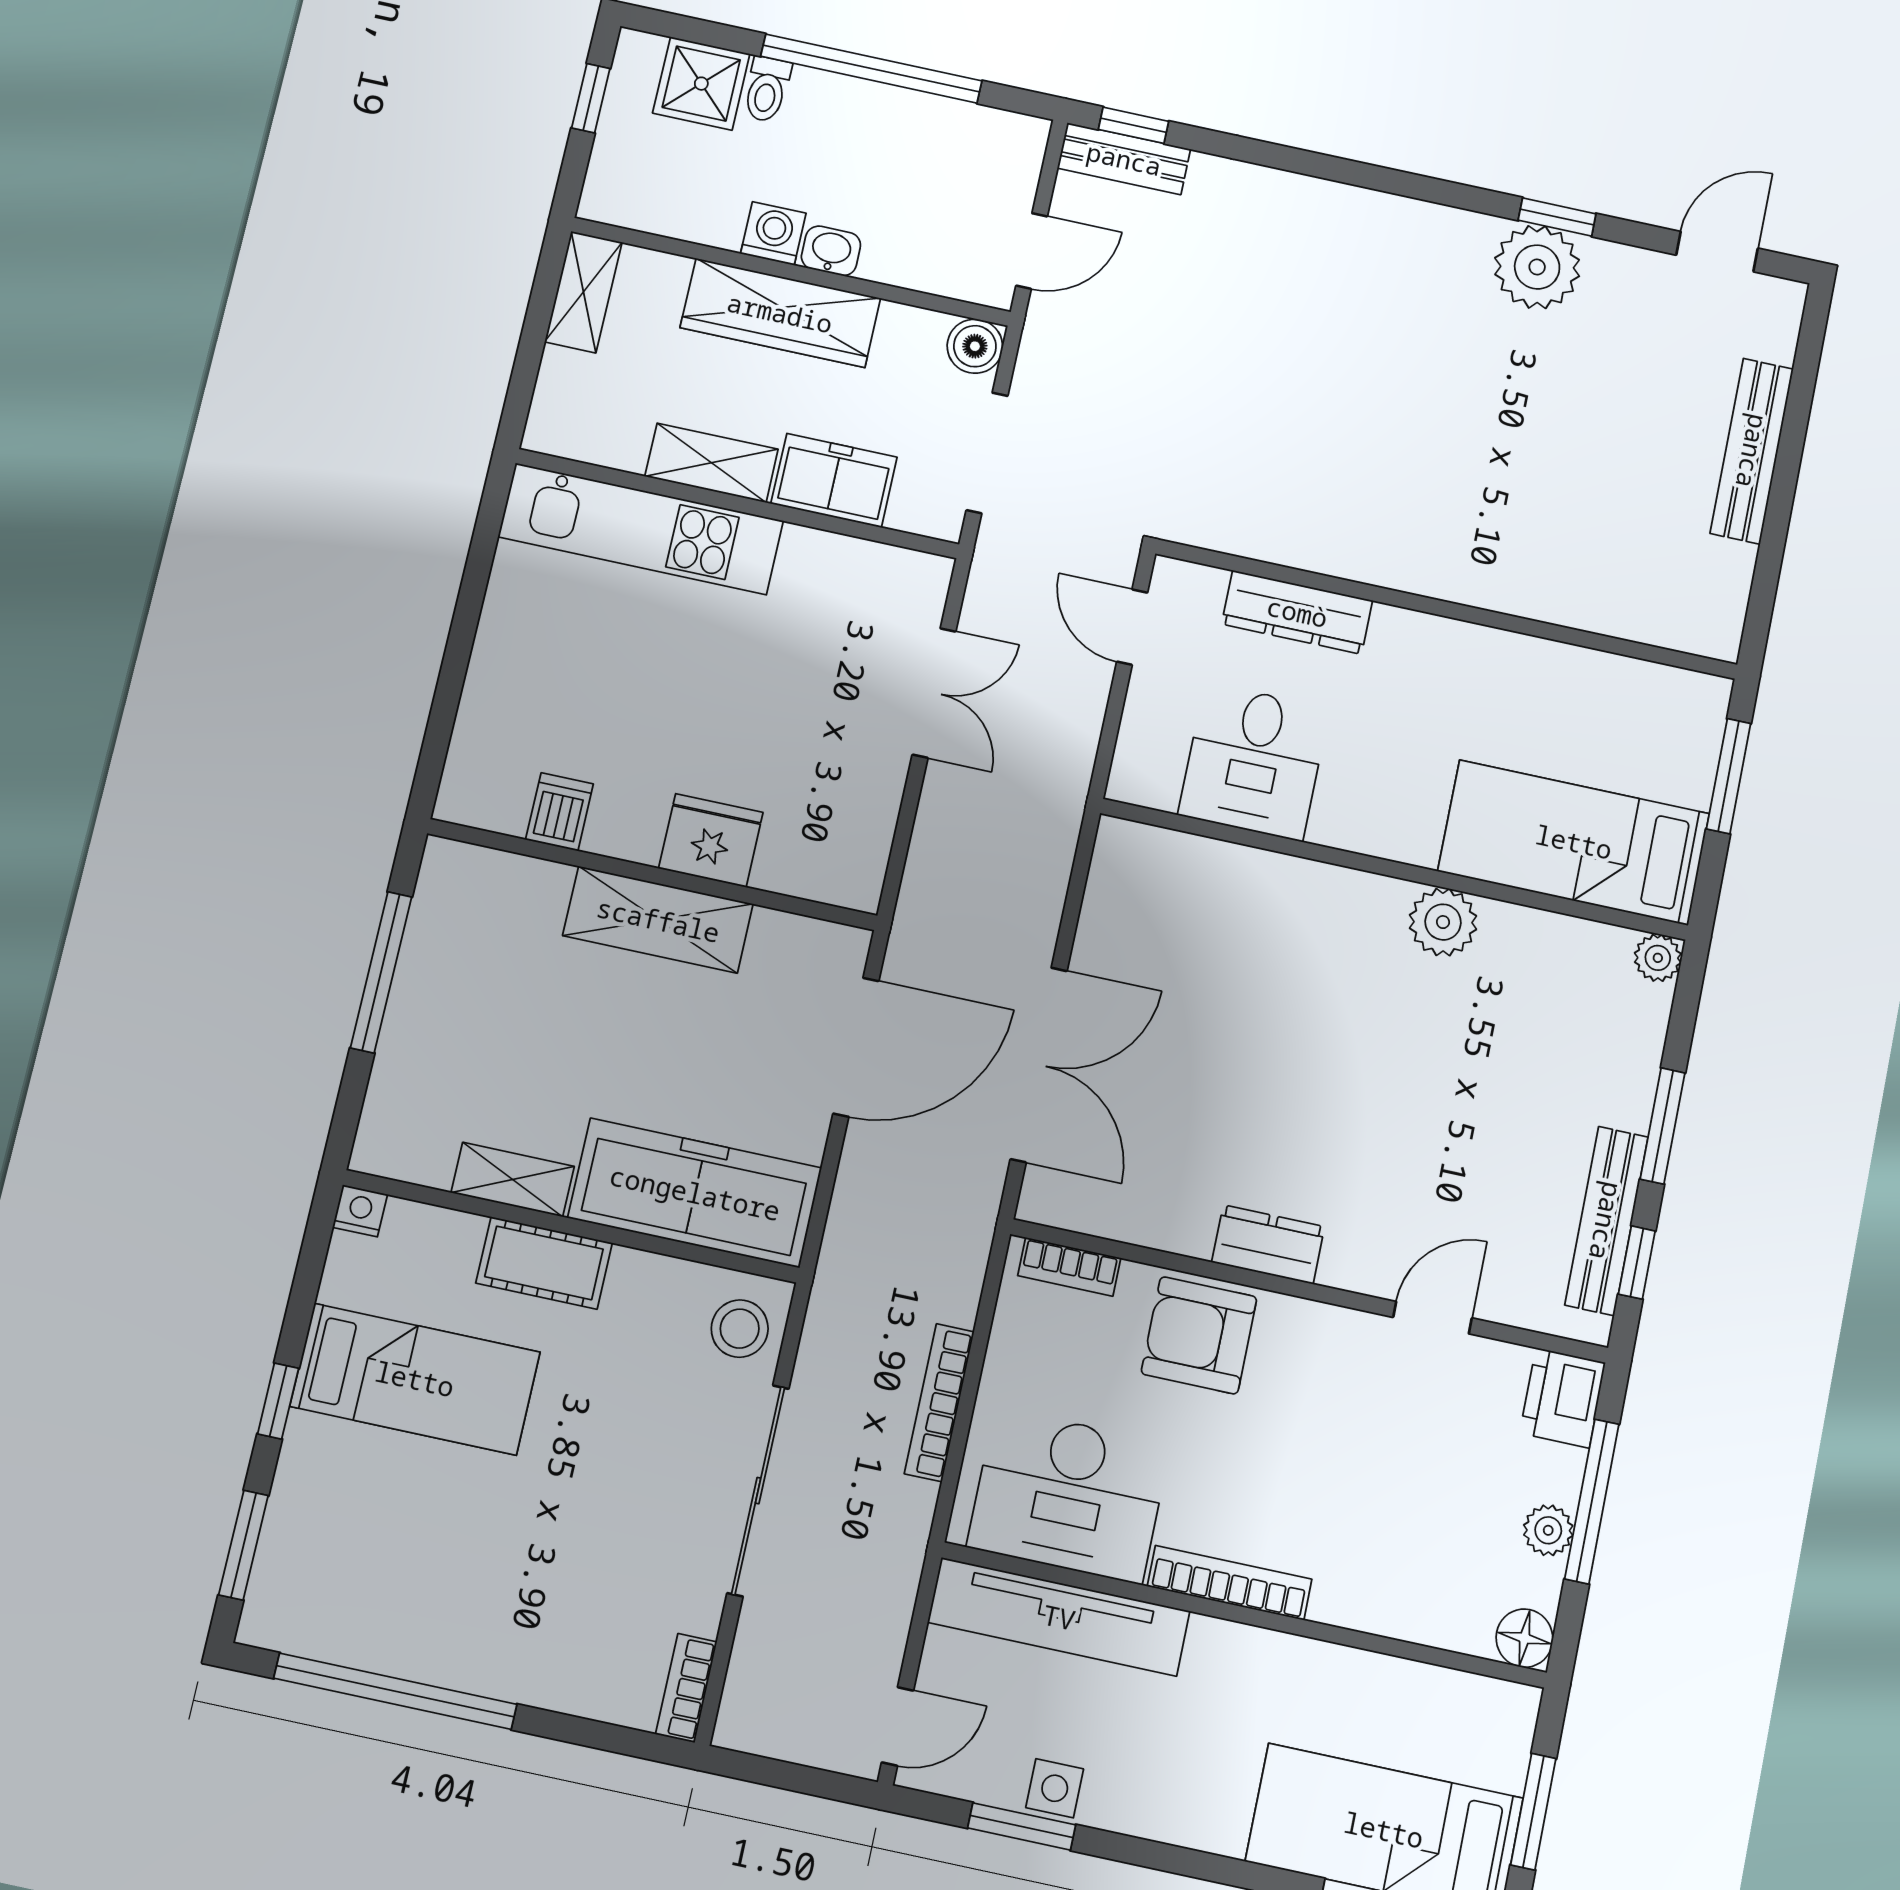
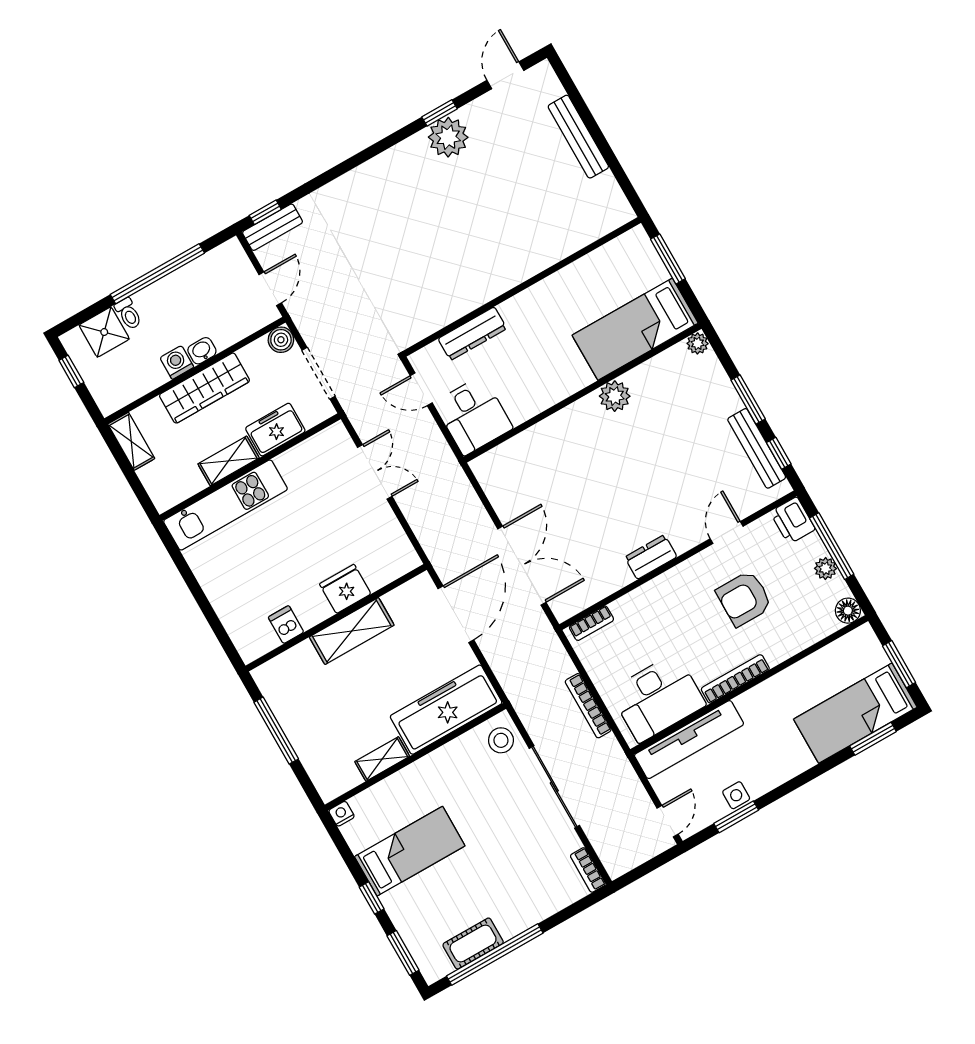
desk: (1254, 762) -> (473, 415), moved
cot: (544, 1263) -> (473, 943), moved
armchair: (1199, 1335) -> (744, 599), moved

